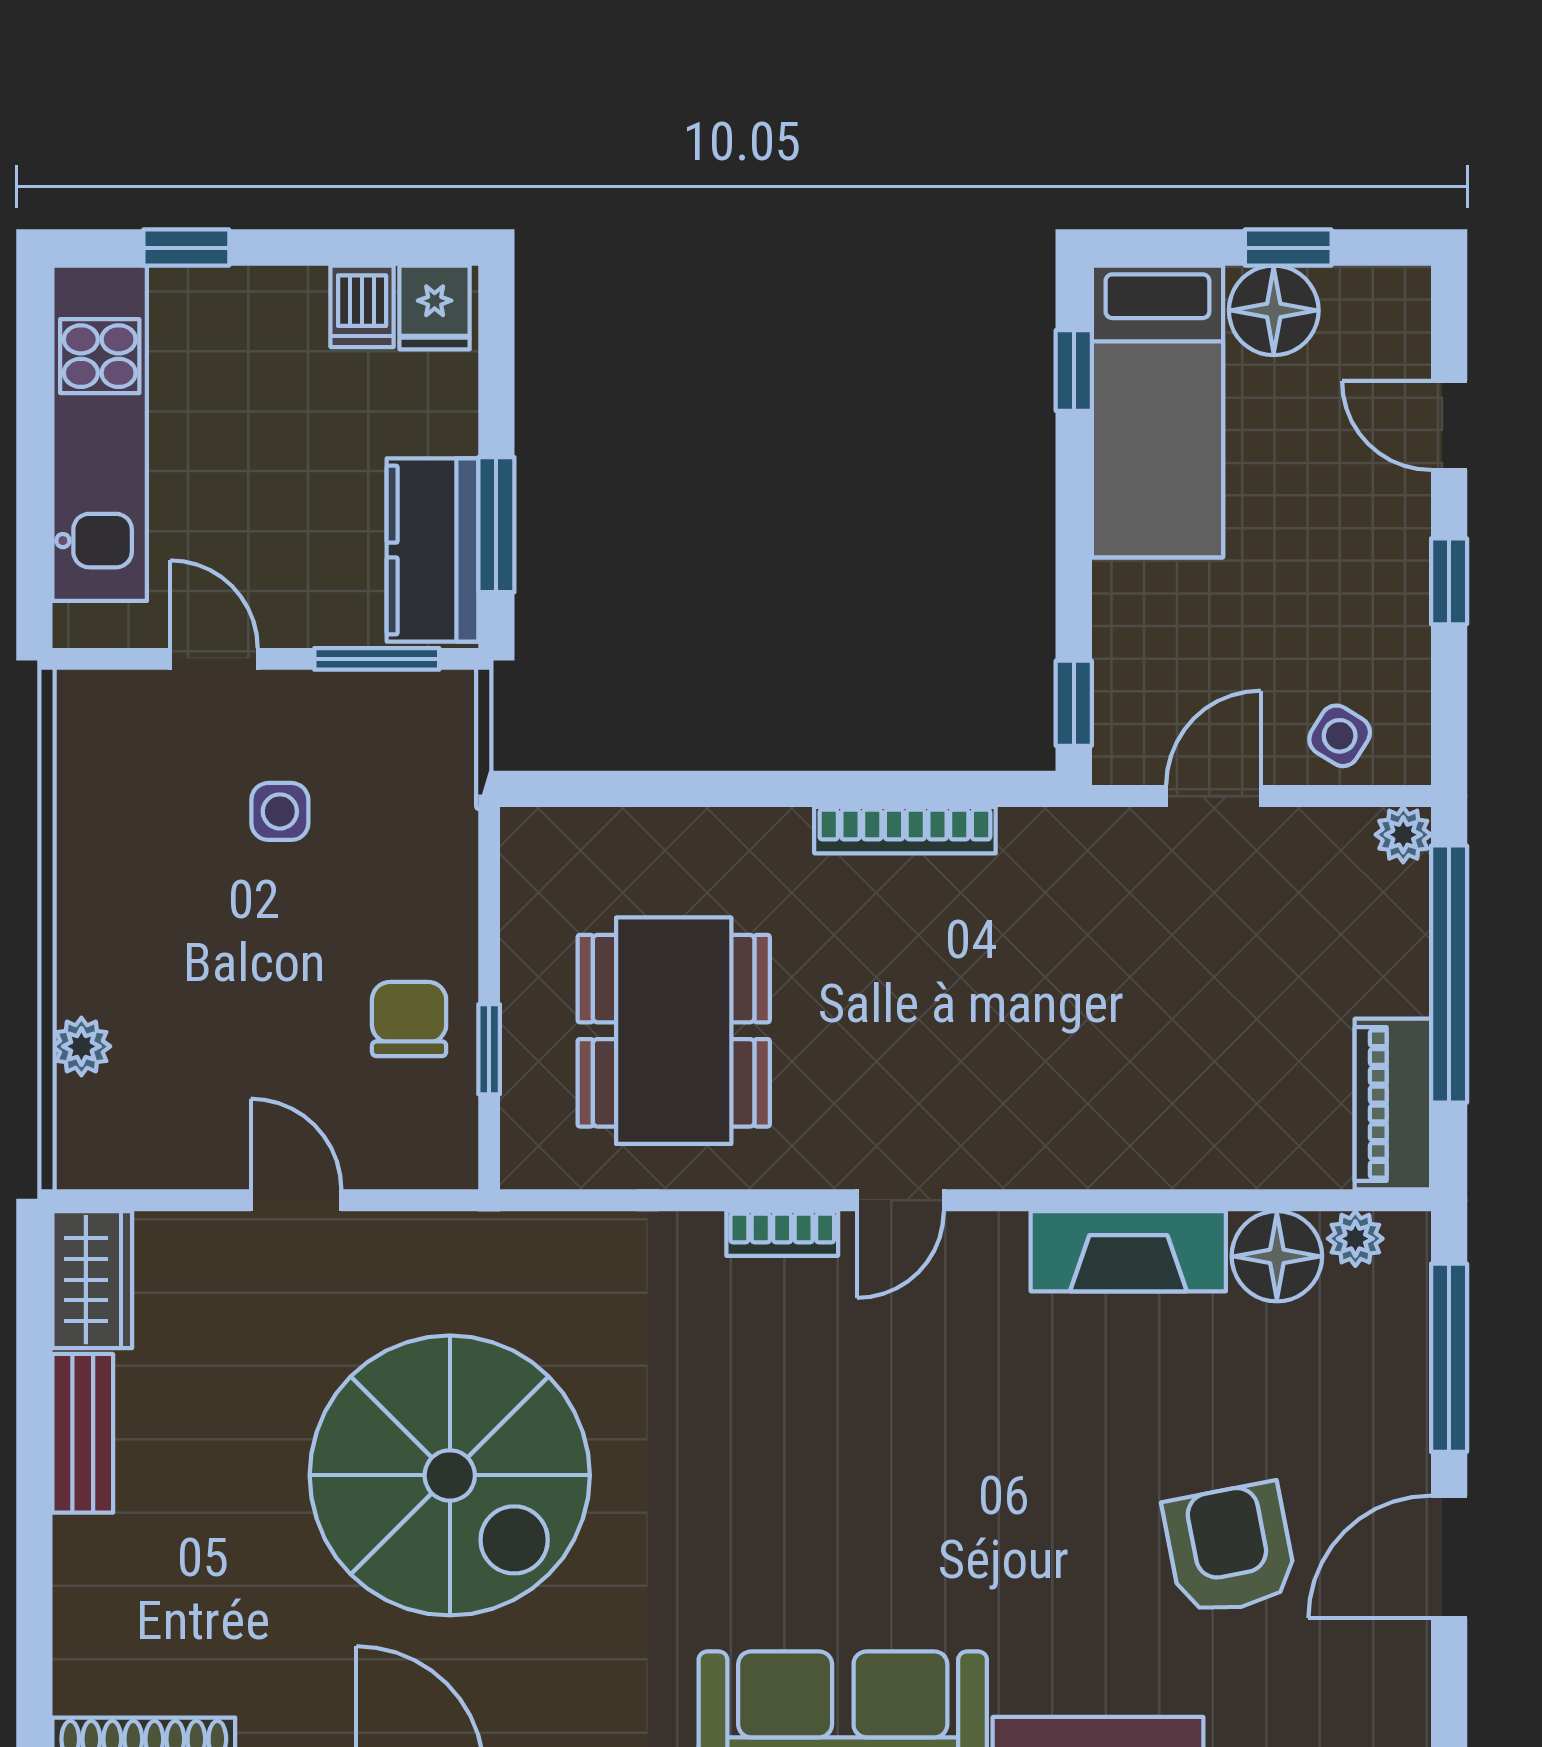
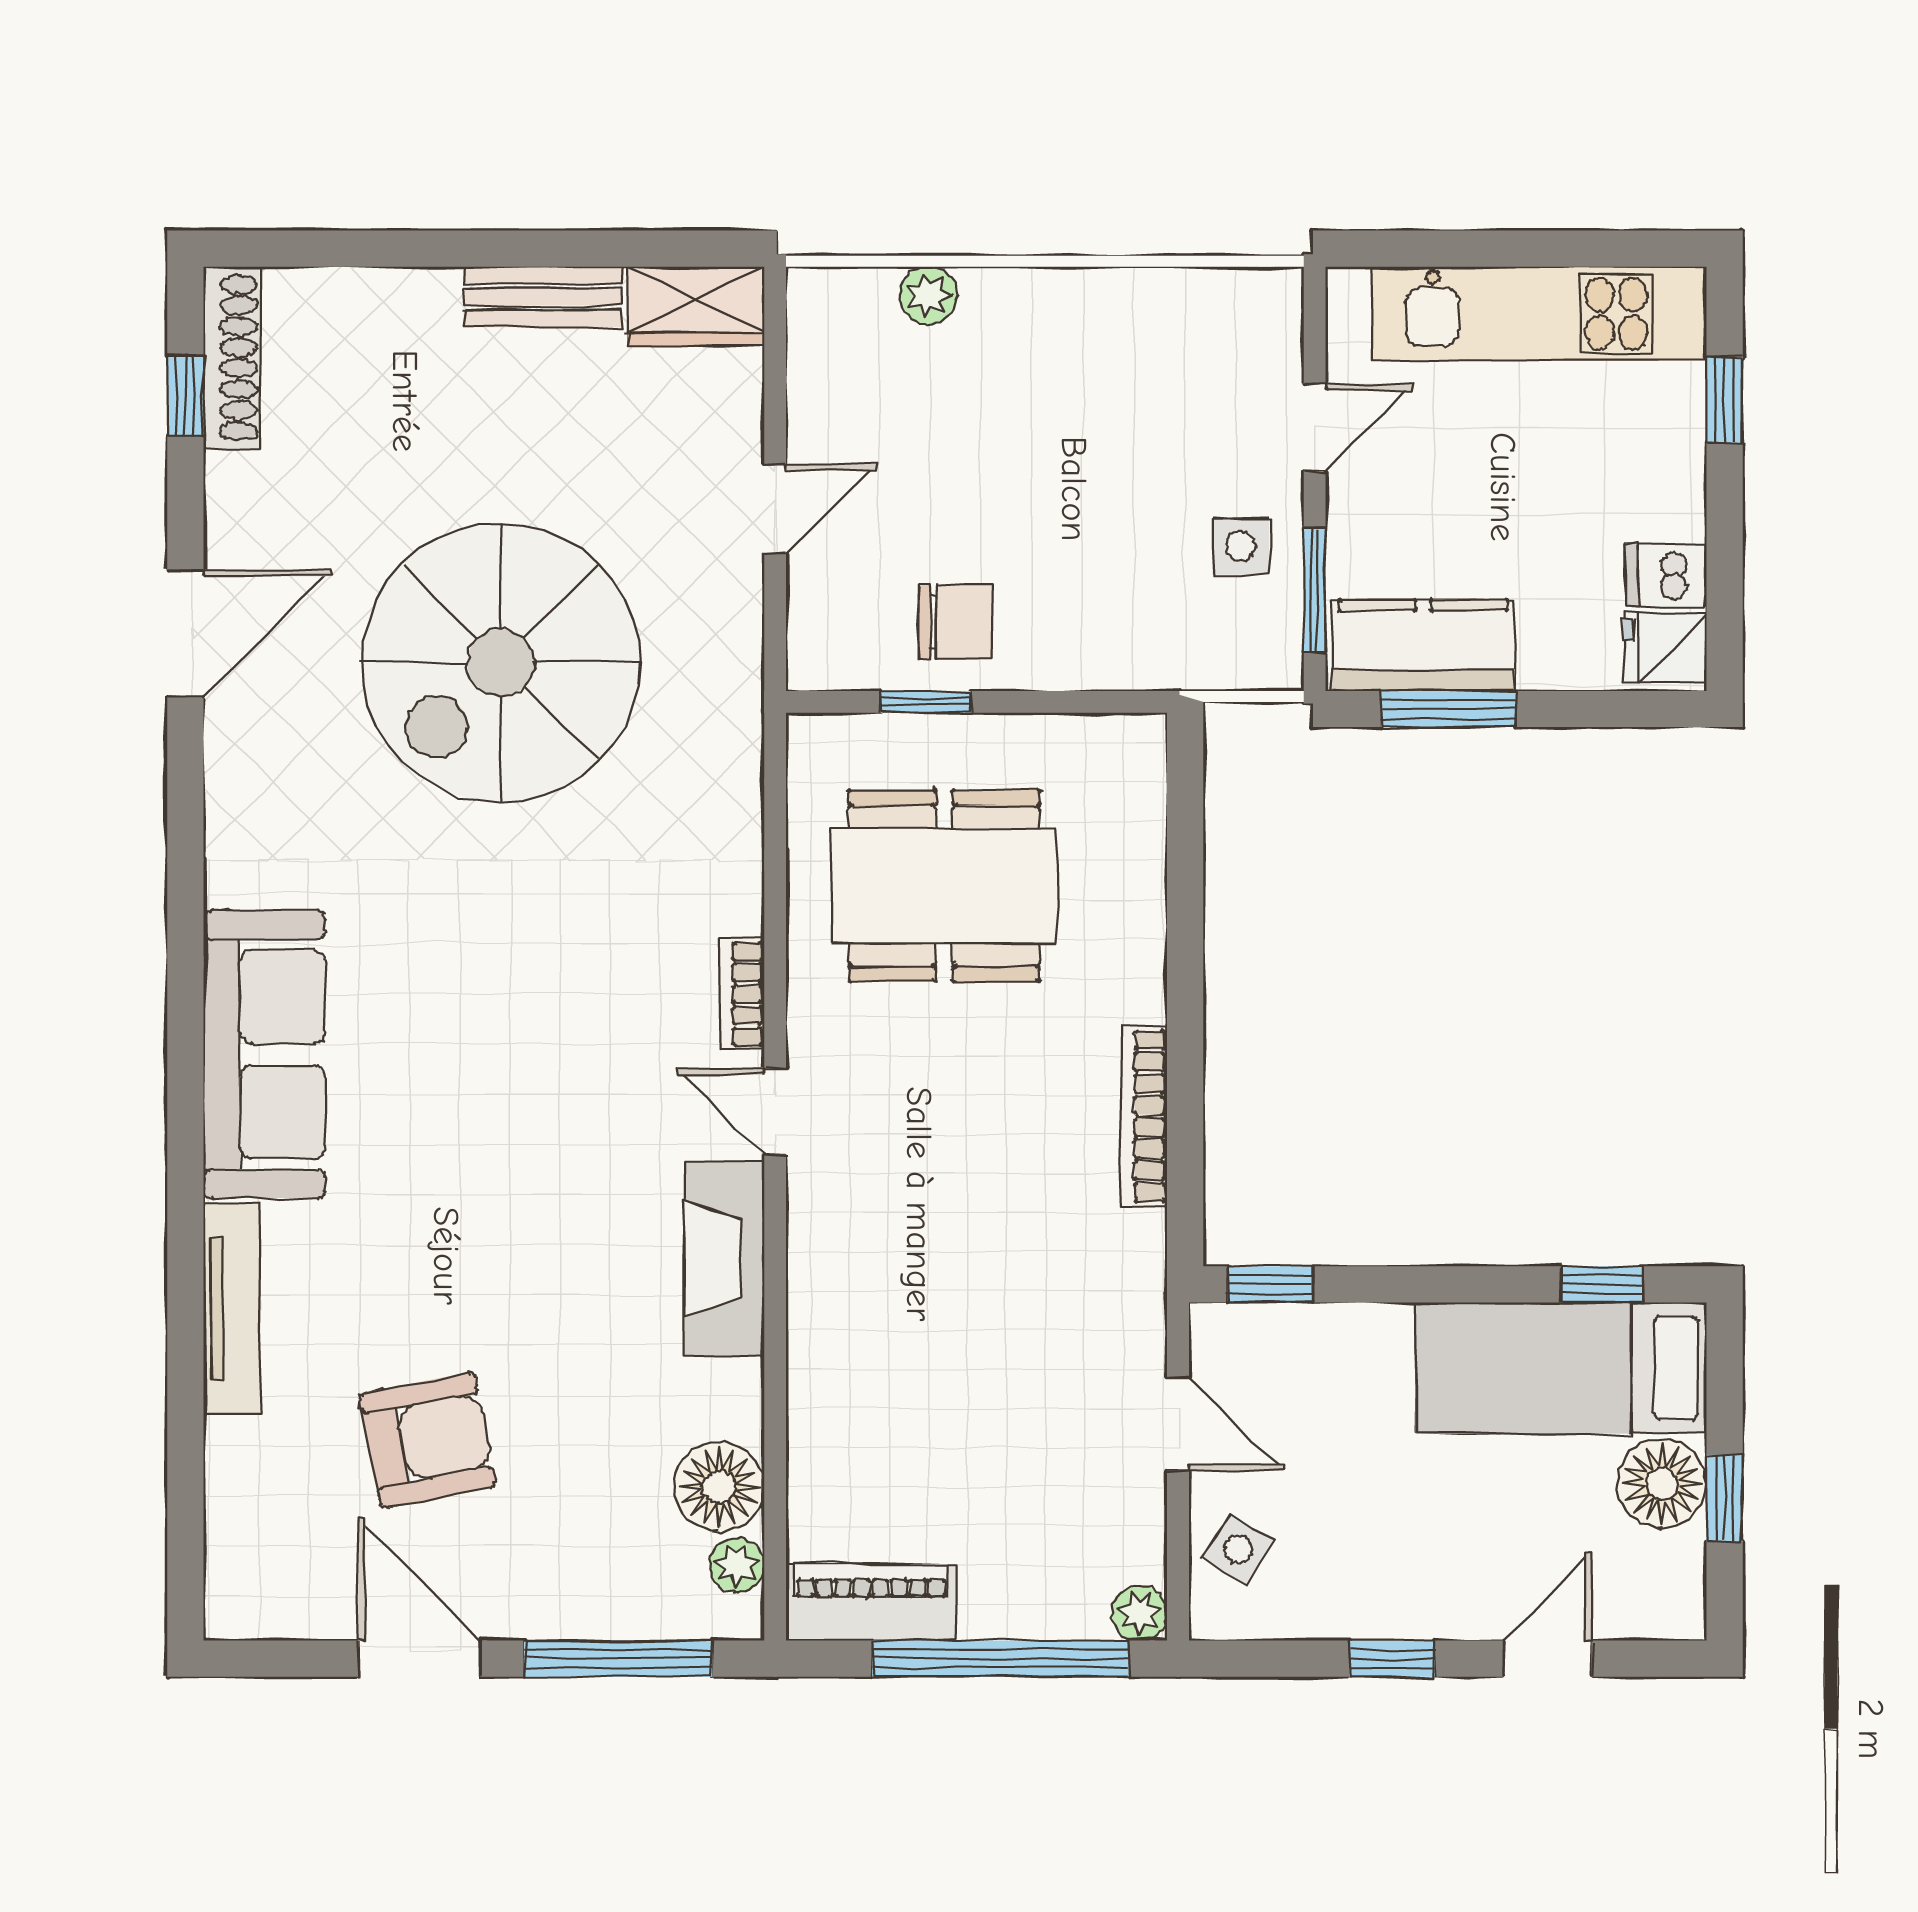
side table: (280, 811) -> (1241, 546), moved
fireplace: (1128, 1251) -> (724, 1258), moved

